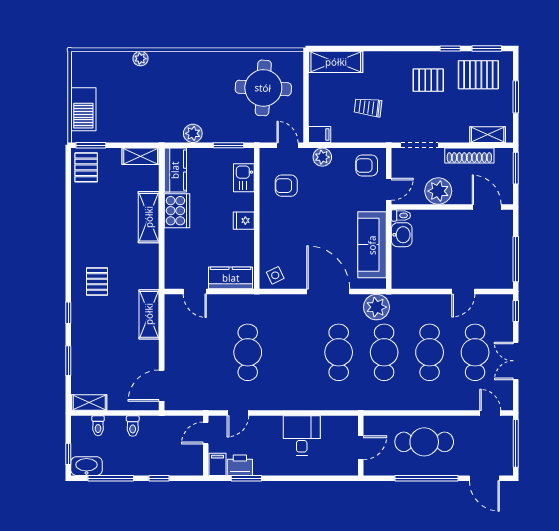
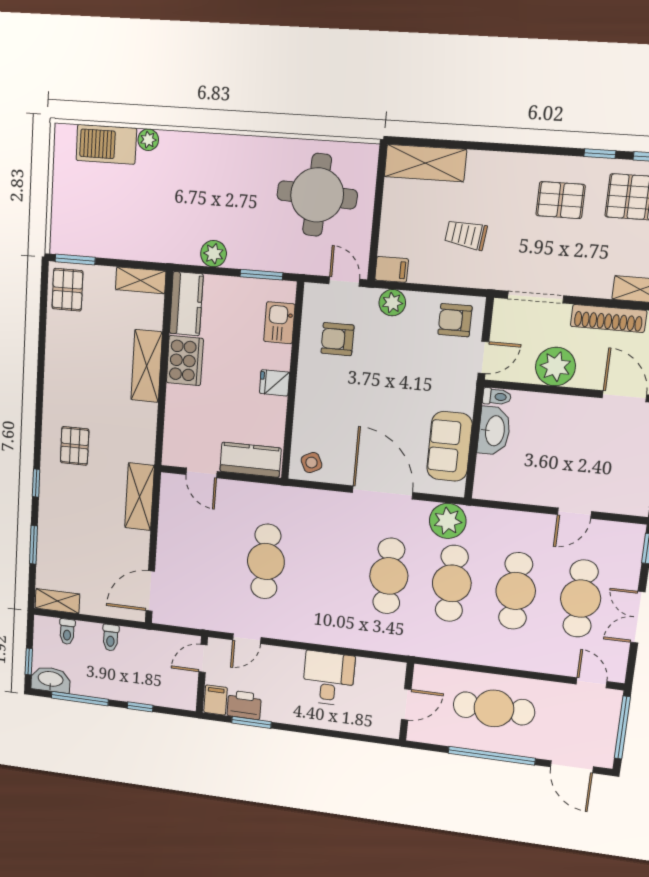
barbecue: (83, 109) -> (106, 144), moved, turned 90
washbasin: (402, 235) -> (494, 431), width x1.38
sofa: (372, 245) -> (449, 446), width x0.73

